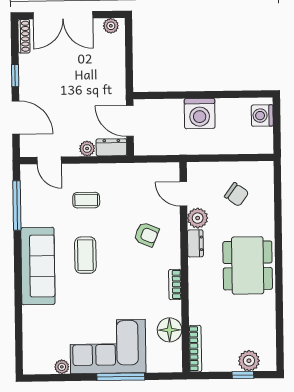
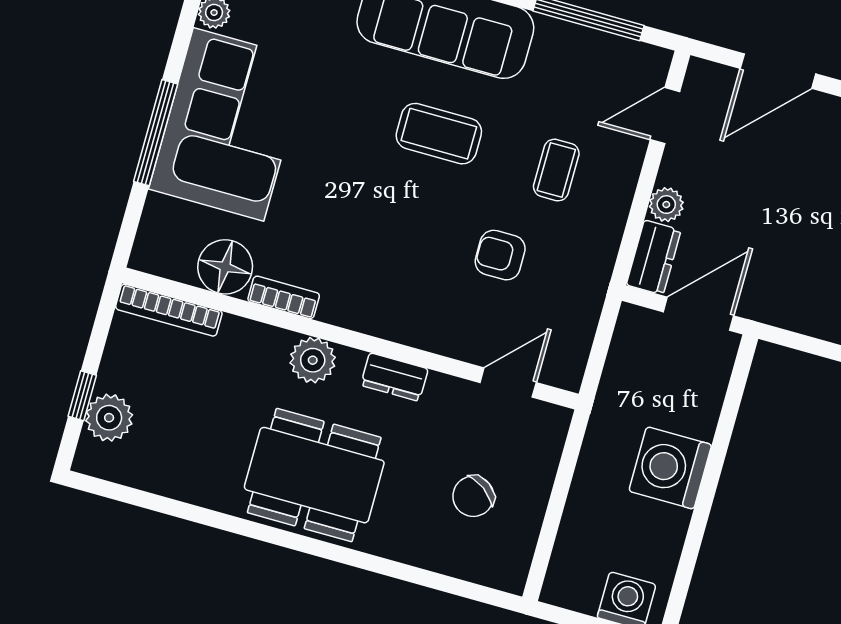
plant: (198, 218) -> (313, 360), moved
armchair: (146, 234) -> (500, 255), moved, turned 67
bookcase: (175, 284) -> (284, 297), moved

